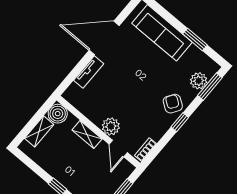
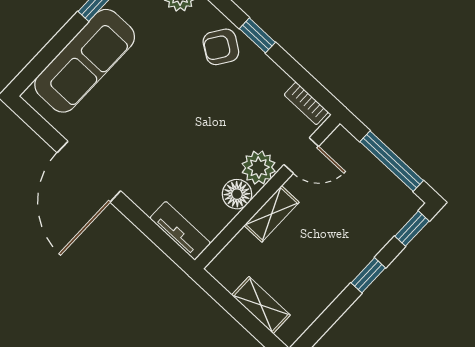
tv unit: (89, 72) -> (180, 231), moved
boiler: (58, 114) -> (229, 268), removed
floor lamp: (96, 116) -> (237, 194), added

